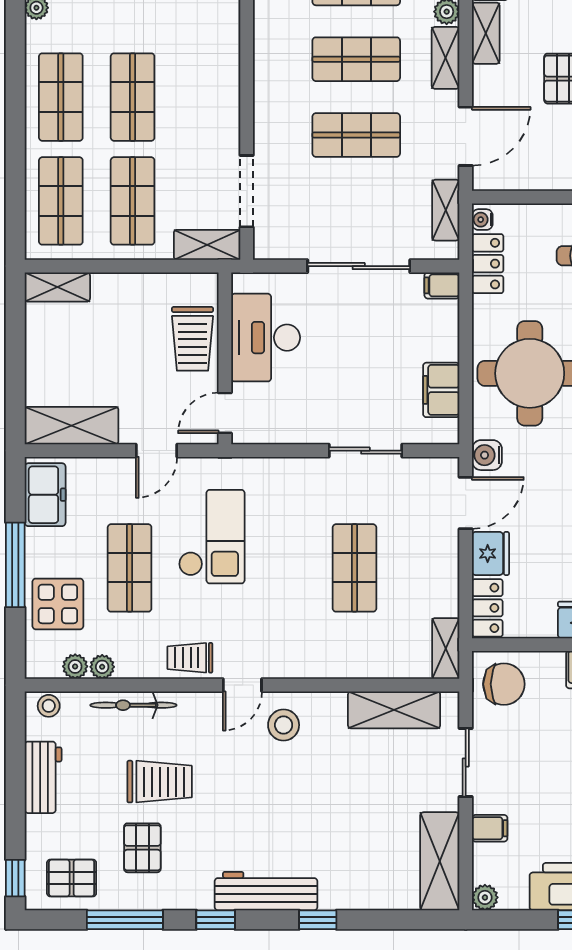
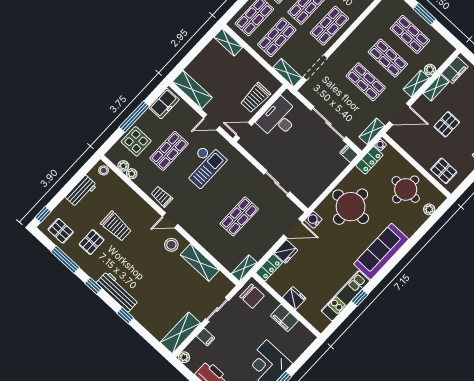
shop shelf: (204, 97) -> (329, 26), added
filing cabinet: (441, 390) -> (318, 186), removed
bicycle: (133, 705) -> (130, 195), removed
shelving: (394, 710) -> (200, 262), moved

